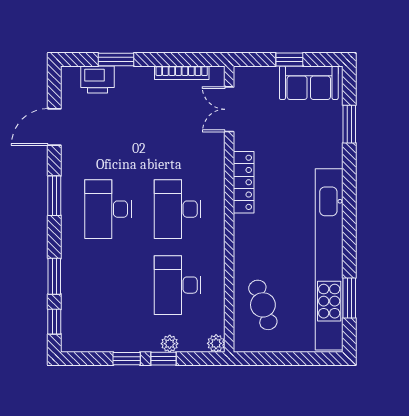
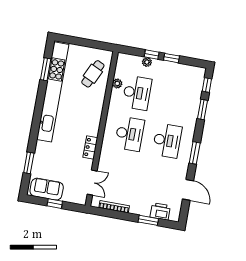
door: (54, 127) -> (188, 190), hinge flipped
locker: (244, 182) -> (90, 148), width x0.66
cafe table: (263, 305) -> (93, 74), turned 43
plant: (216, 343) -> (117, 83), moved

